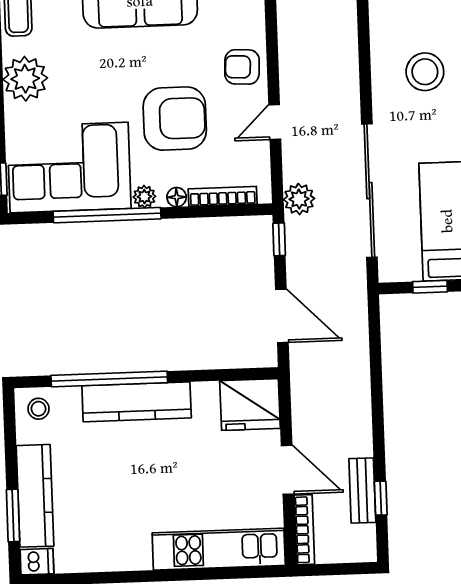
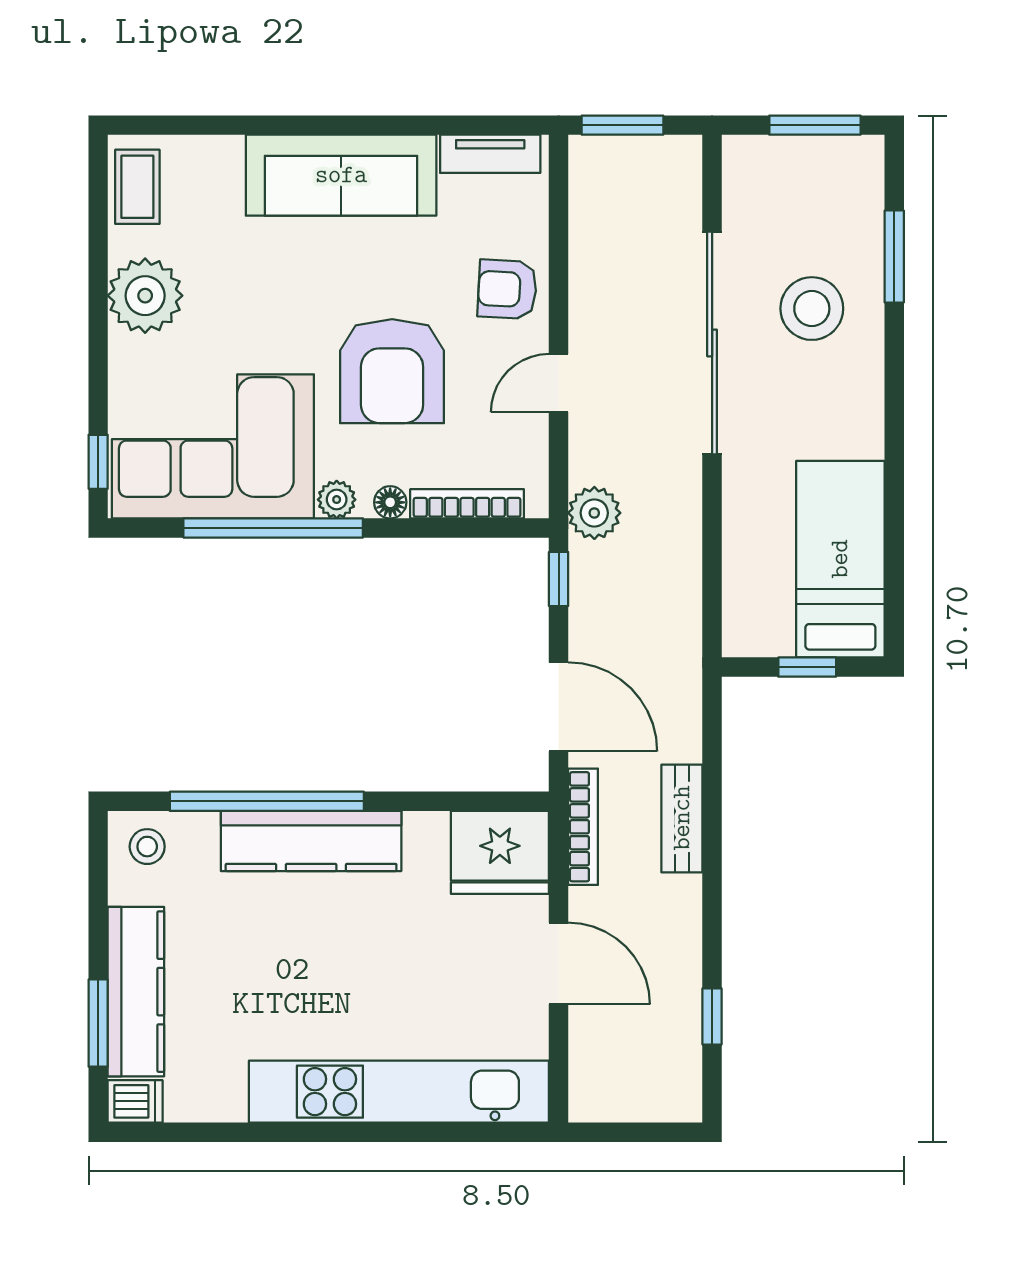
armchair: (175, 119) -> (392, 371), turned 90
sliding door: (369, 191) -> (712, 343), moved
bench: (362, 490) -> (682, 818), moved
bookcase: (304, 530) -> (583, 827), moved
kitchen unit: (219, 549) -> (399, 1092), width x1.36

